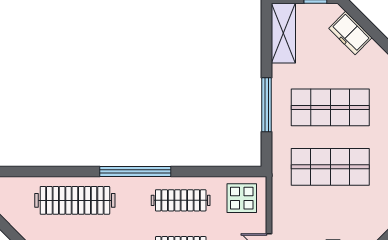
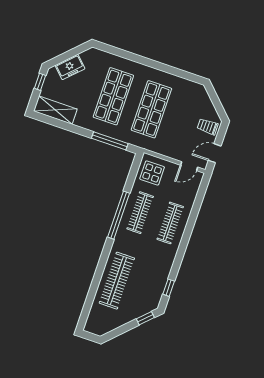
window: (266, 105) -> (110, 141), moved
window: (135, 172) -> (119, 215), moved

